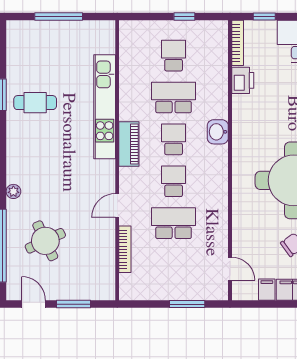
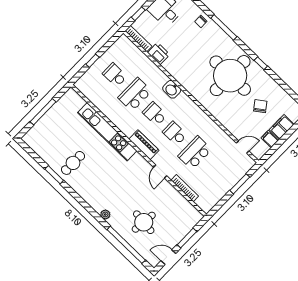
window: (184, 17) -> (92, 61), moved
piano: (129, 144) -> (144, 145), moved
round table: (45, 241) -> (144, 222), turned 31

